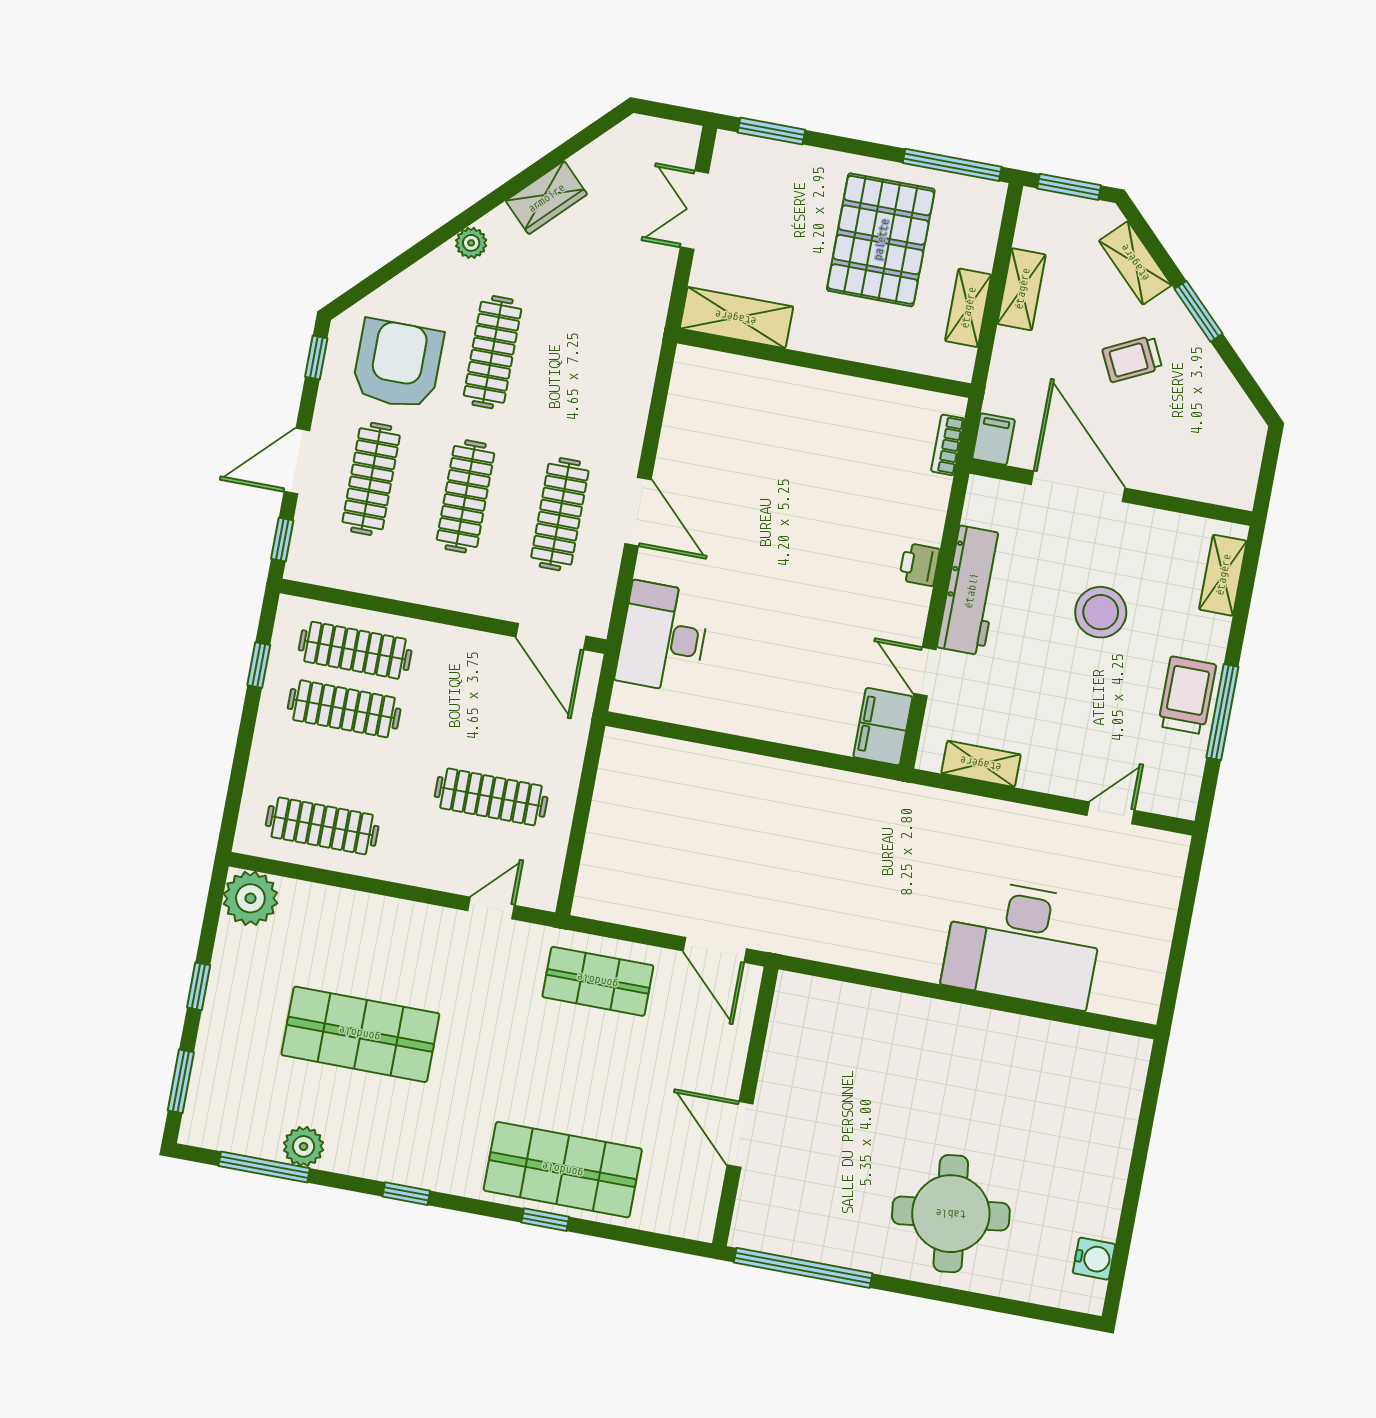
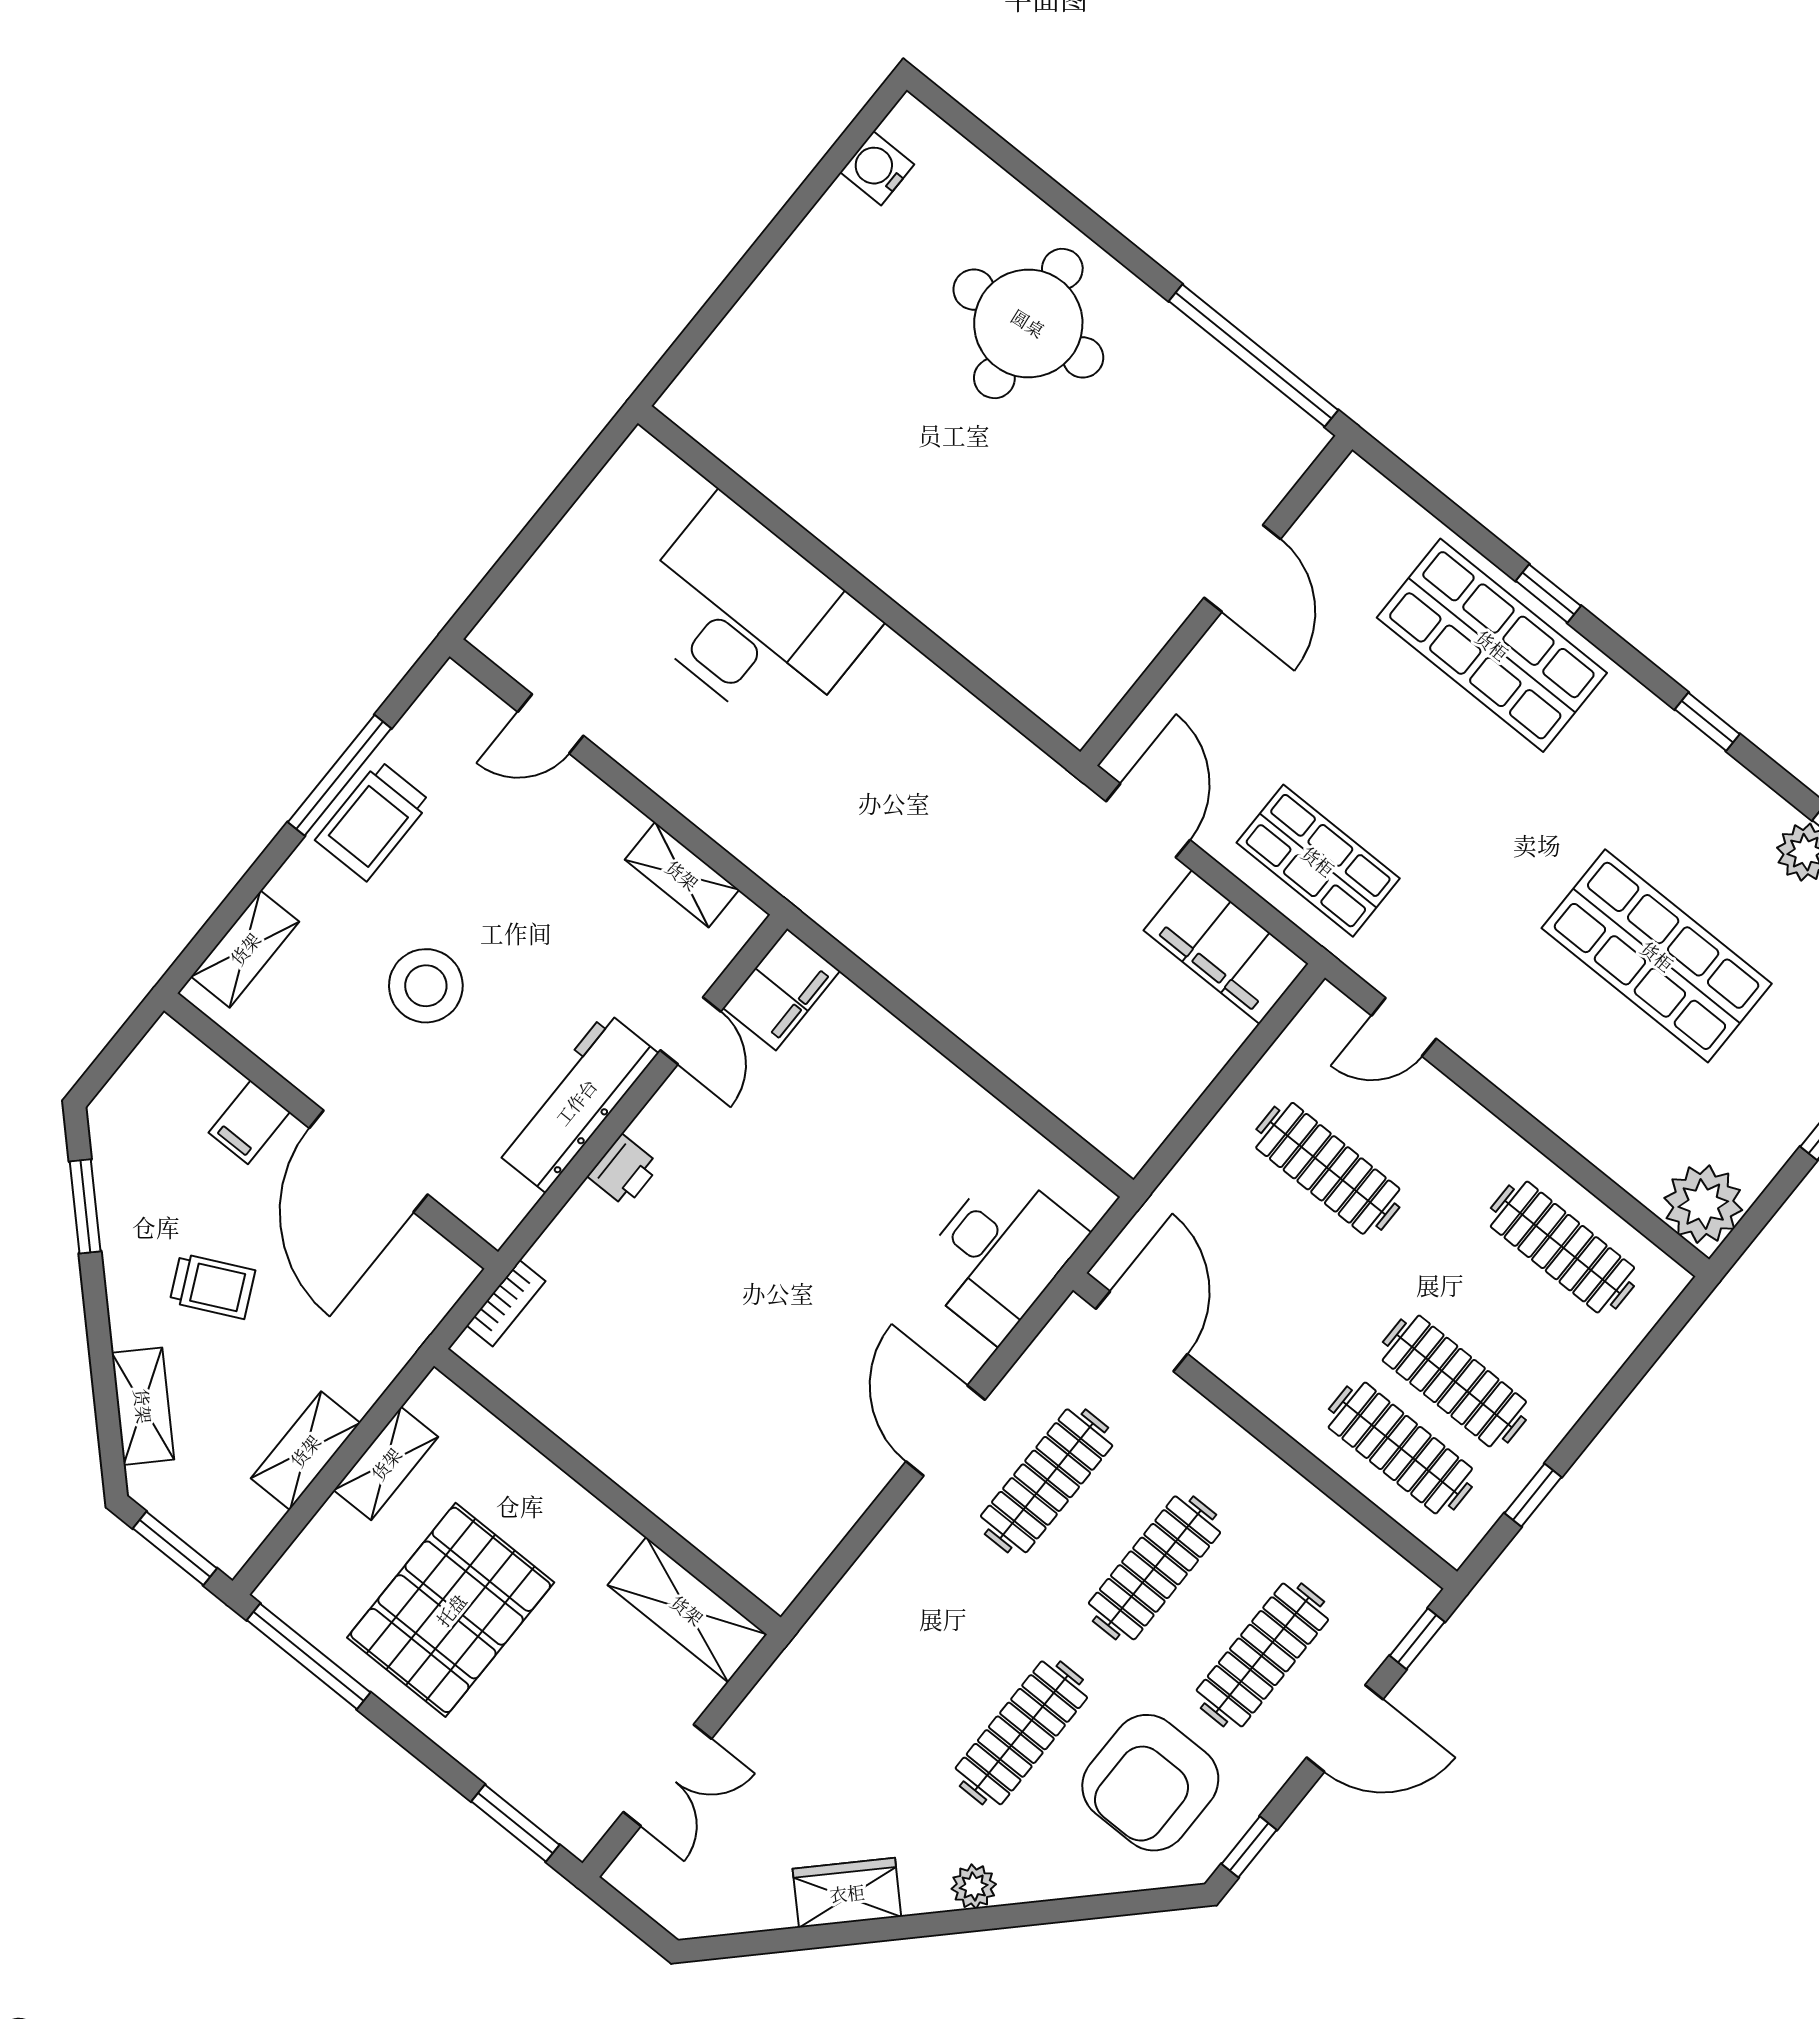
window: (1199, 311) -> (85, 1206), moved
filing cabinet: (994, 439) -> (249, 1122), moved
filing cabinet: (626, 898) -> (1226, 947), added

